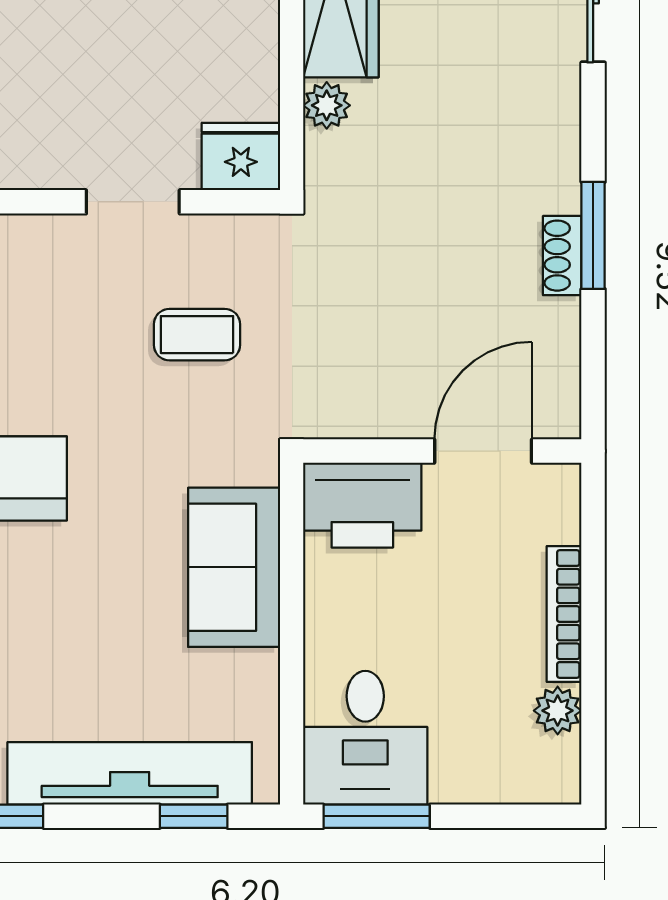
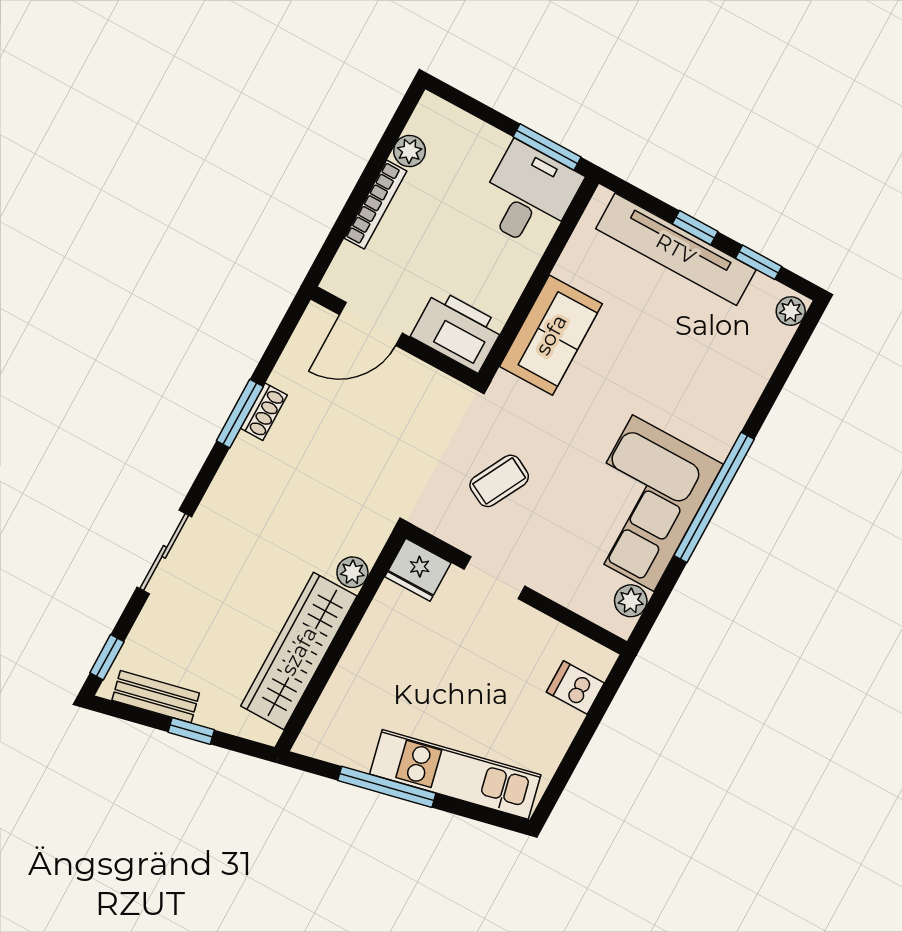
coffee table: (197, 335) -> (499, 481), turned -62
window: (194, 816) -> (695, 228), moved

